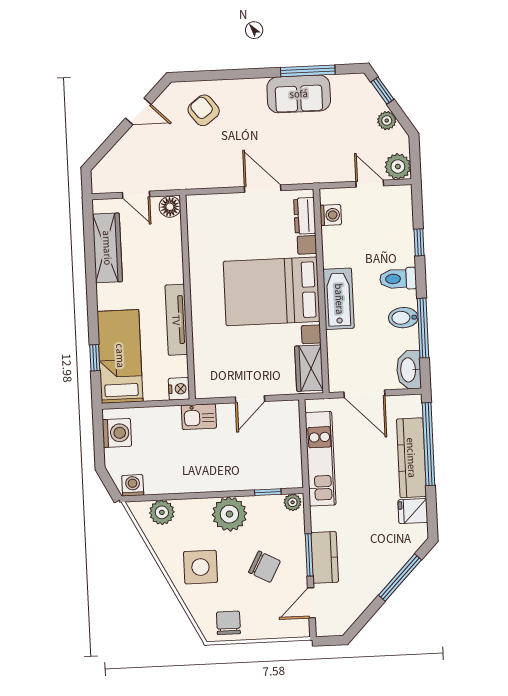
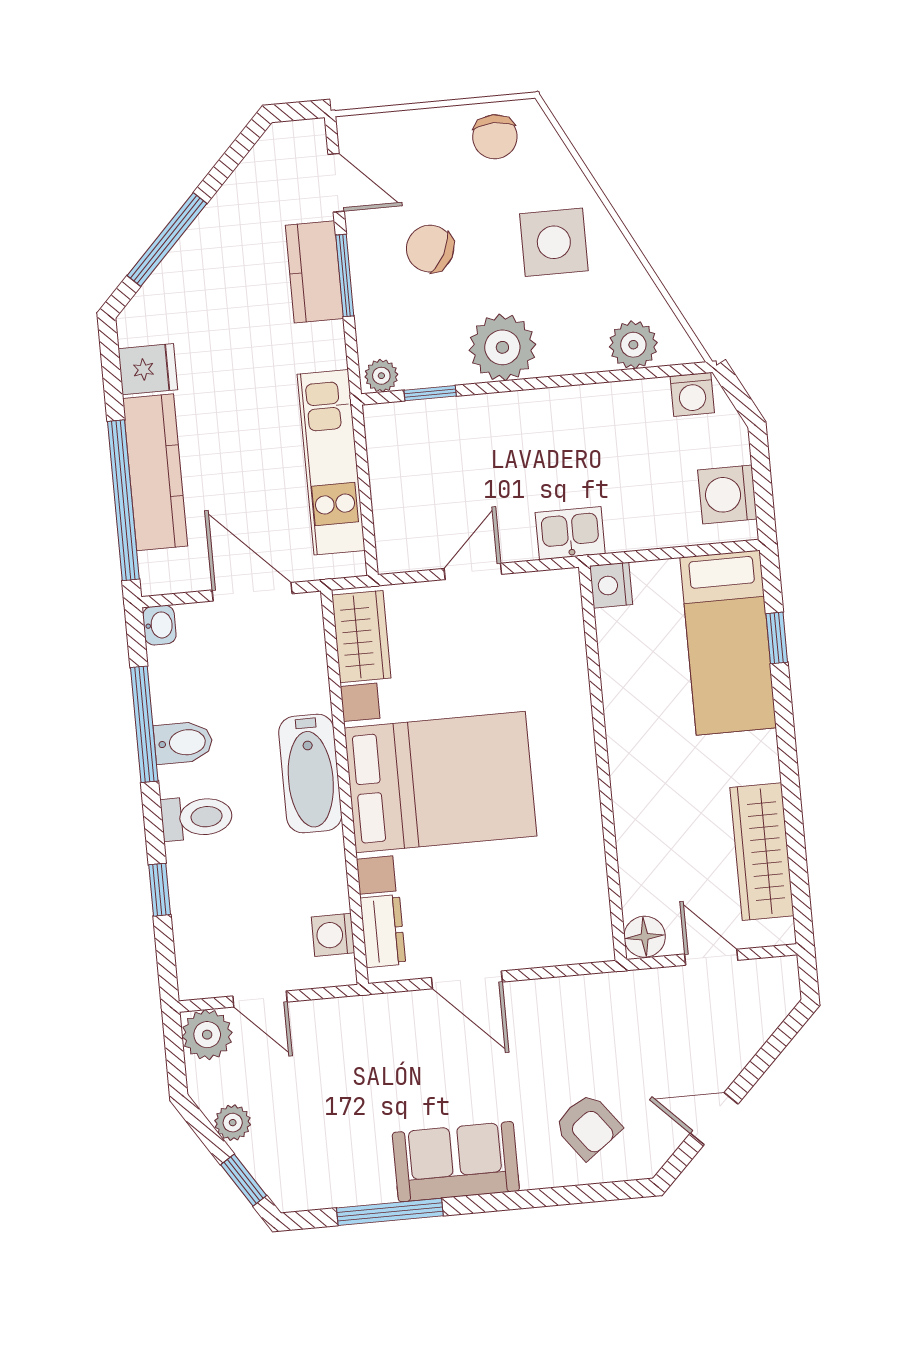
sofa: (299, 94) -> (456, 1162), moved
tv unit: (176, 320) -> (622, 719), removed
washbasin: (409, 370) -> (159, 625), width x0.52, depth x0.69
door: (311, 603) -> (336, 183), hinge flipped

